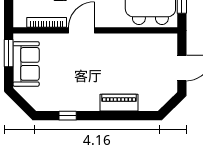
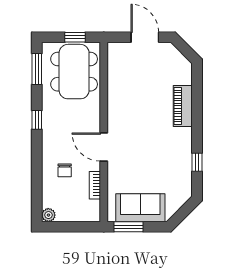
bookcase: (47, 22) -> (95, 185), width x0.64

